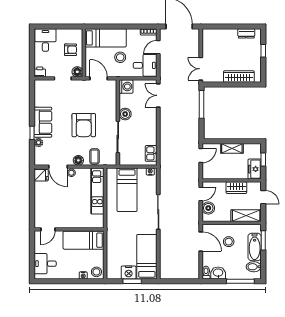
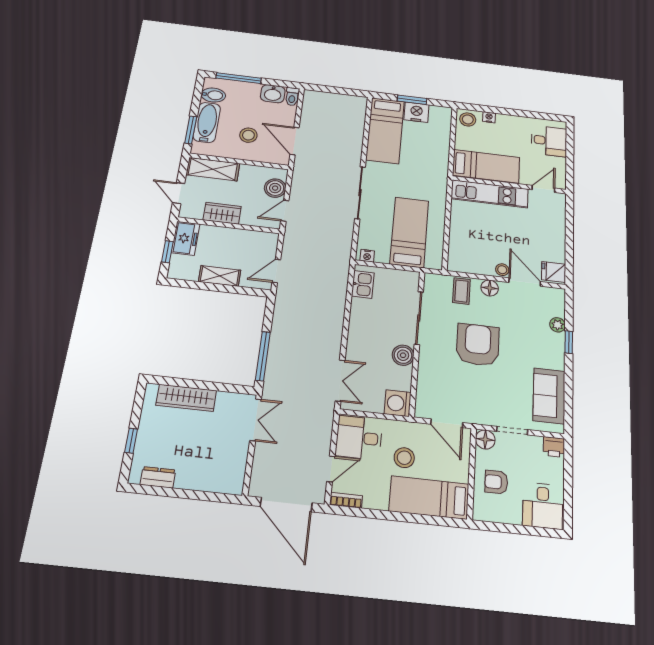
sofa: (43, 122) -> (549, 396), moved
kitchen unit: (97, 191) -> (490, 194), moved, turned 90

